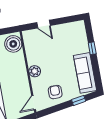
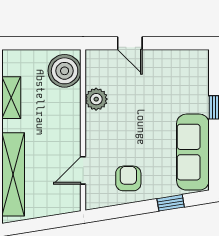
plant: (35, 71) -> (96, 99), moved
door: (34, 103) -> (83, 170), moved

